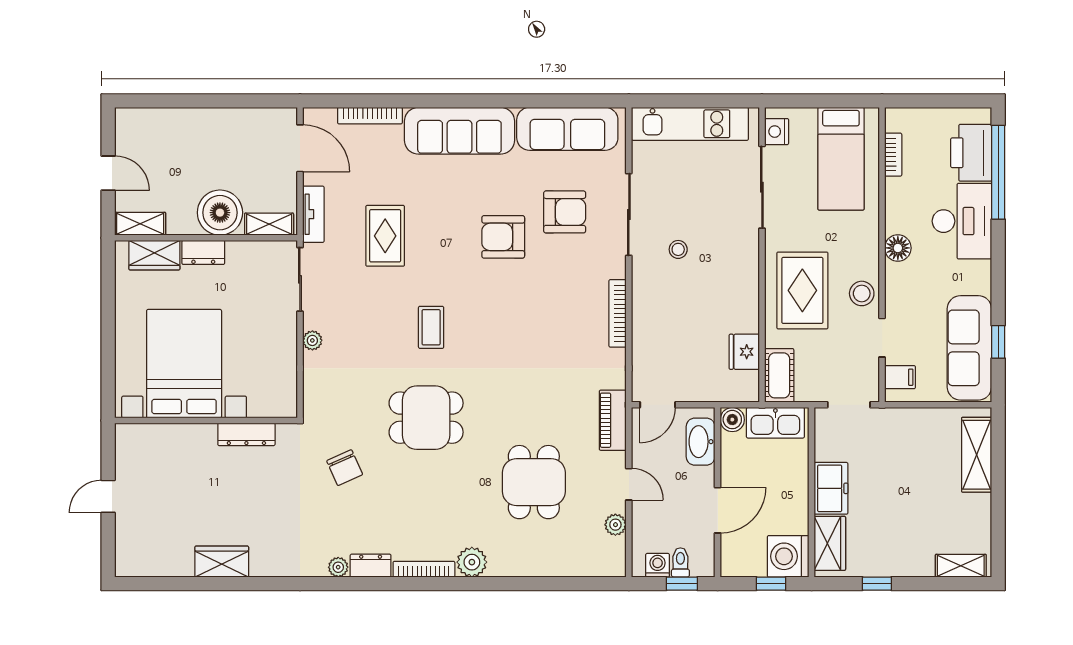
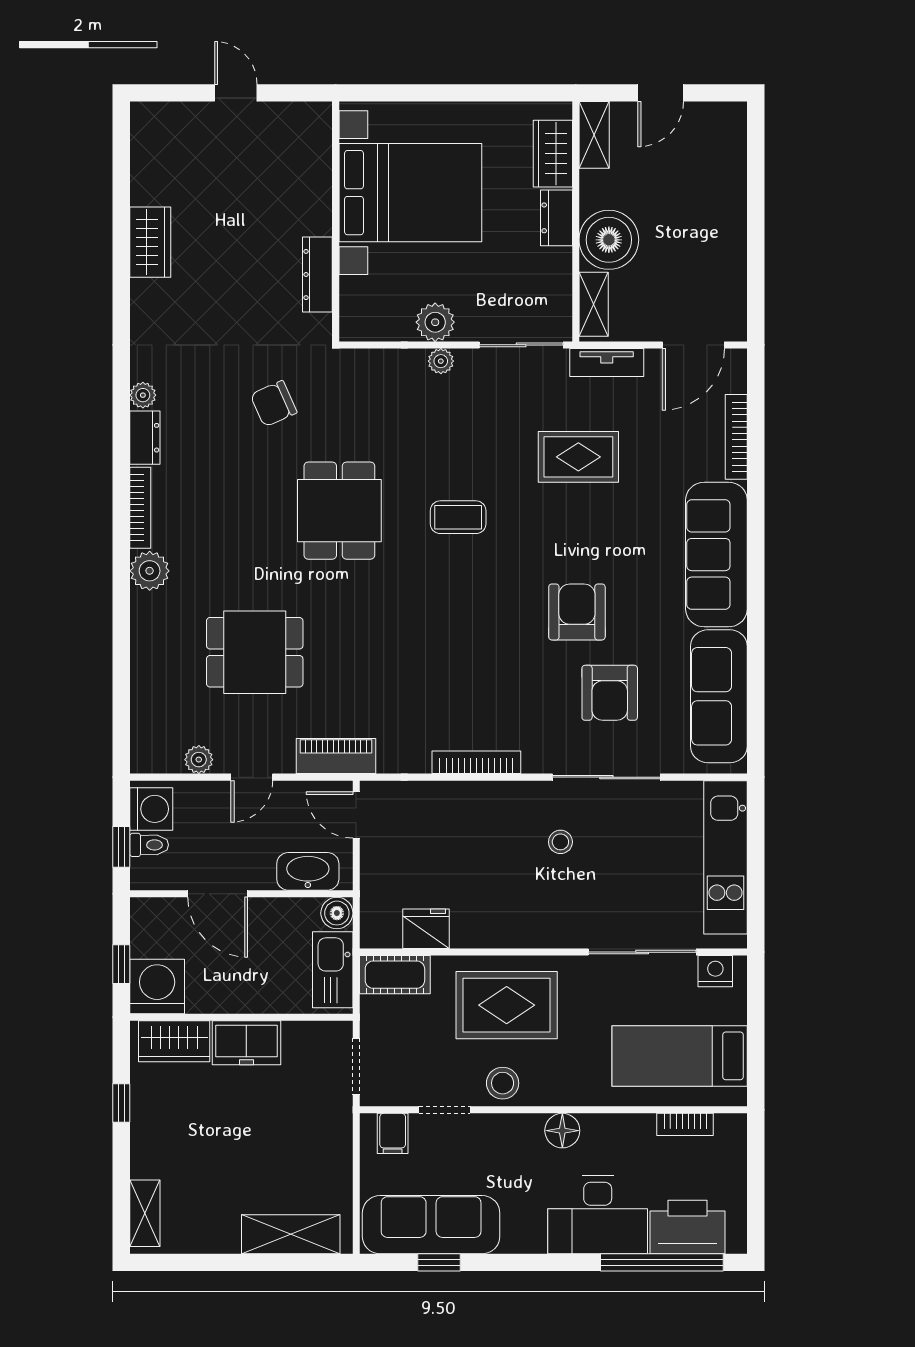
plant: (283, 345) -> (435, 322), added
washing machine: (658, 565) -> (151, 809), width x1.38, depth x1.38

